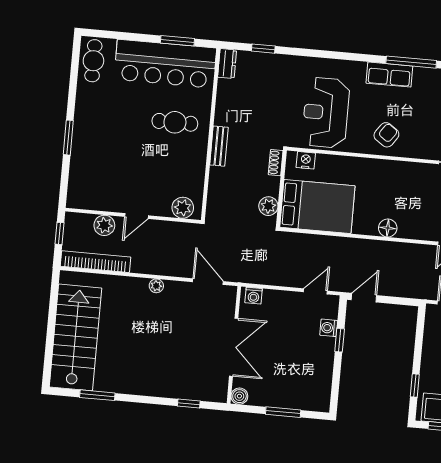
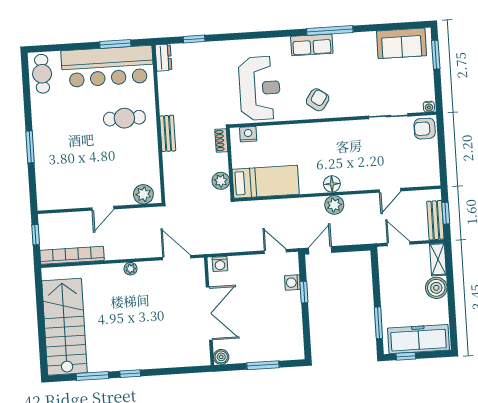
reception desk: (326, 113) -> (260, 88), turned 180
bed: (317, 207) -> (266, 182), width x0.67
plant: (104, 225) -> (334, 205), moved
door: (315, 291) -> (275, 251), hinge flipped
window: (415, 385) -> (378, 323), width x1.50
window: (189, 404) -> (130, 374), moved

